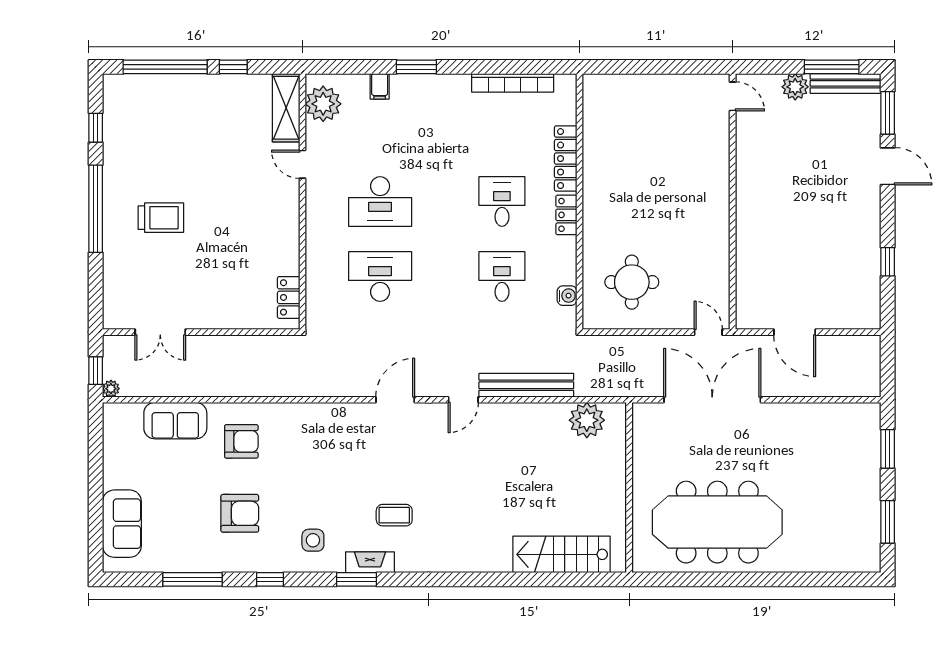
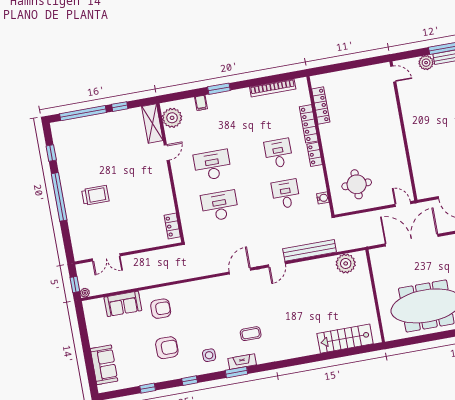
locker: (593, 130) -> (321, 105), added
door: (302, 164) -> (167, 153), swing flipped
desk: (380, 202) -> (212, 165), turned 180
window: (193, 579) -> (148, 388), width x0.46

